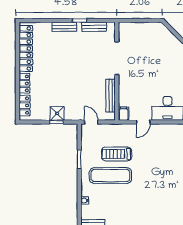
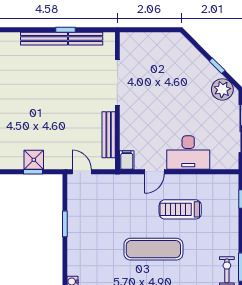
bench: (64, 27) -> (44, 39), width x1.36
treadmill: (117, 154) -> (180, 209), moved
exercise mat: (110, 175) -> (153, 249), moved

